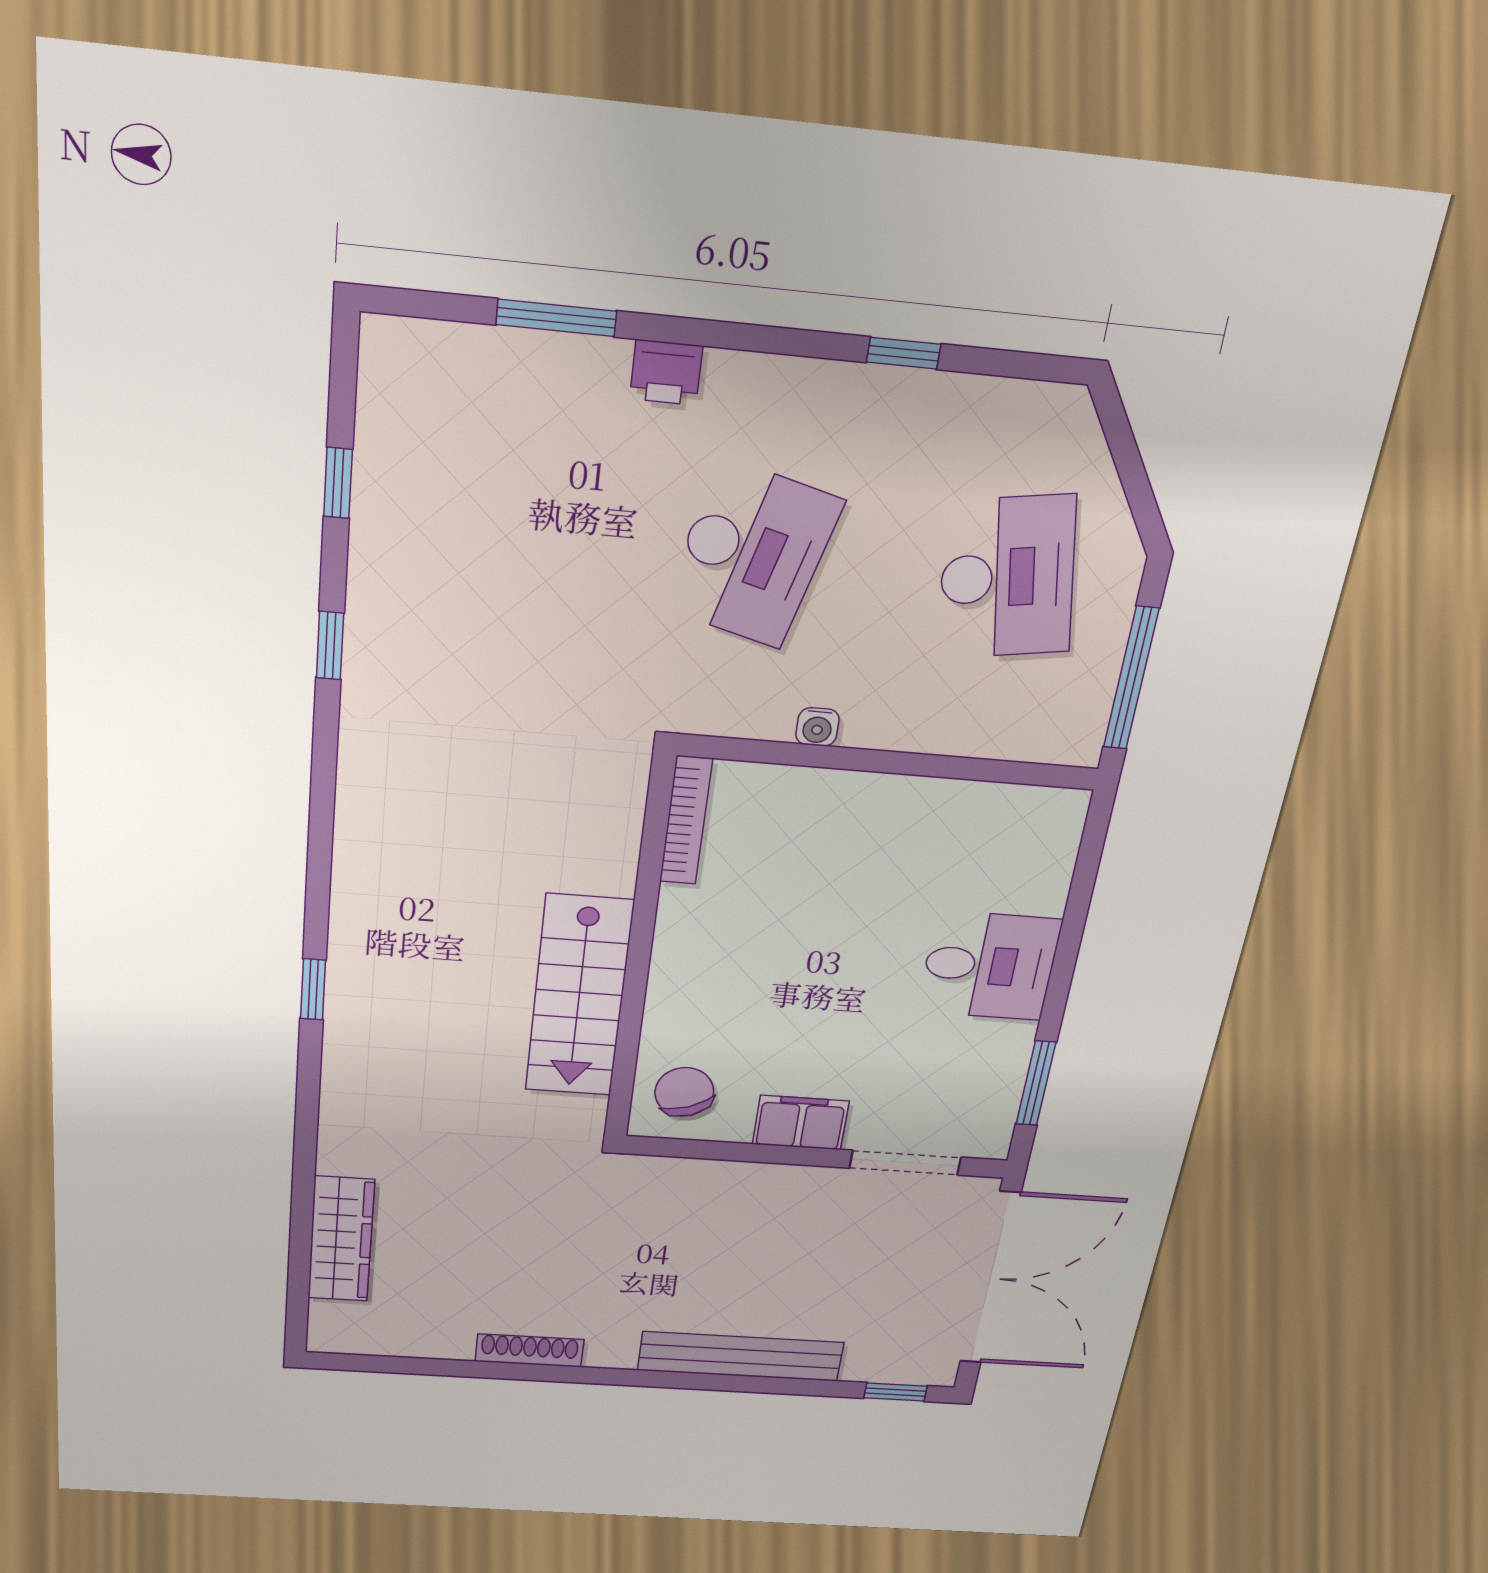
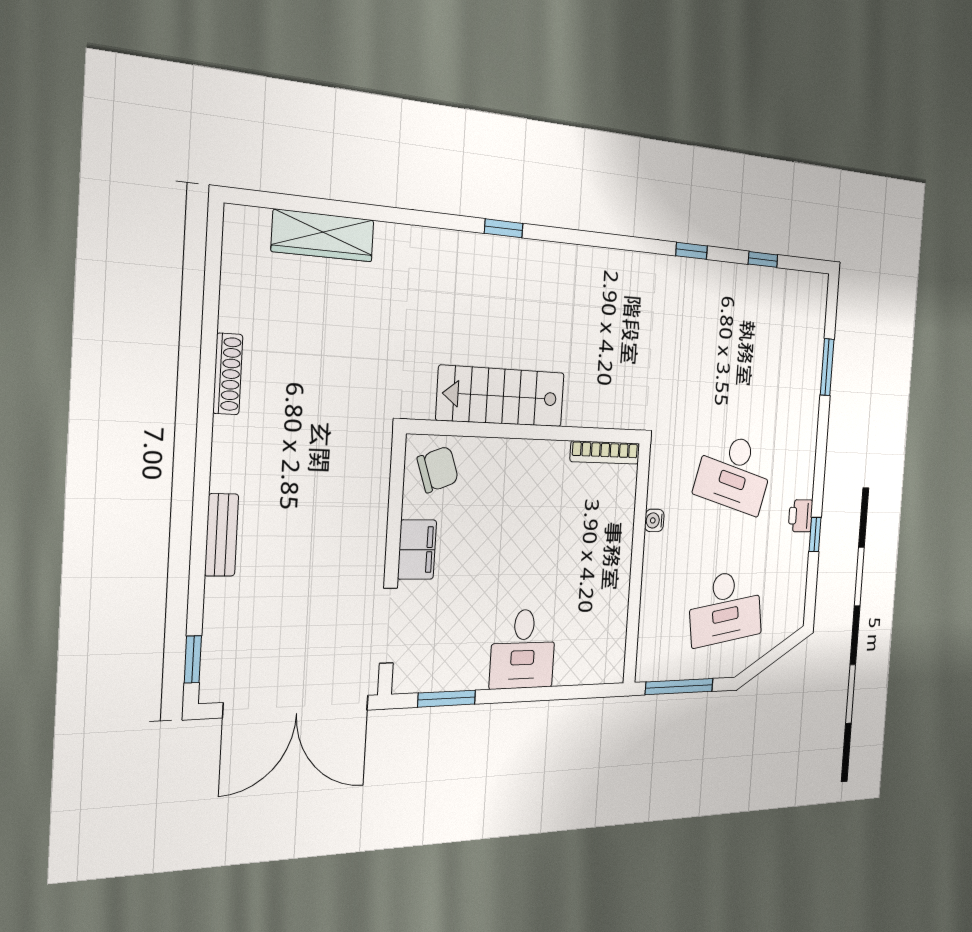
printer: (666, 372) -> (801, 516), moved
bench: (741, 1356) -> (222, 535), width x0.54, depth x0.82

